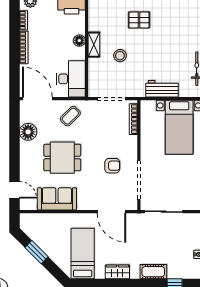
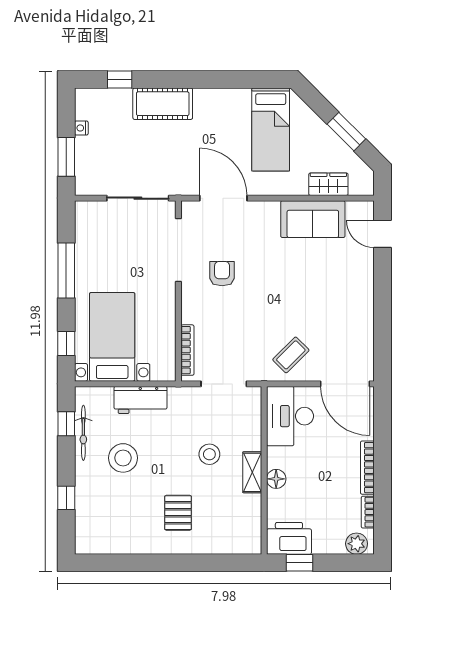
pallet: (139, 20) -> (178, 513), turned 90
stool: (173, 53) -> (123, 458), added
floor lamp: (28, 132) -> (360, 329), removed
dining table: (62, 158) -> (304, 287), removed
armchair: (112, 166) -> (222, 274), turned 90
wardrobe: (117, 272) -> (328, 184), moved, turned 180
cot: (153, 272) -> (163, 104), width x1.37, depth x1.34

